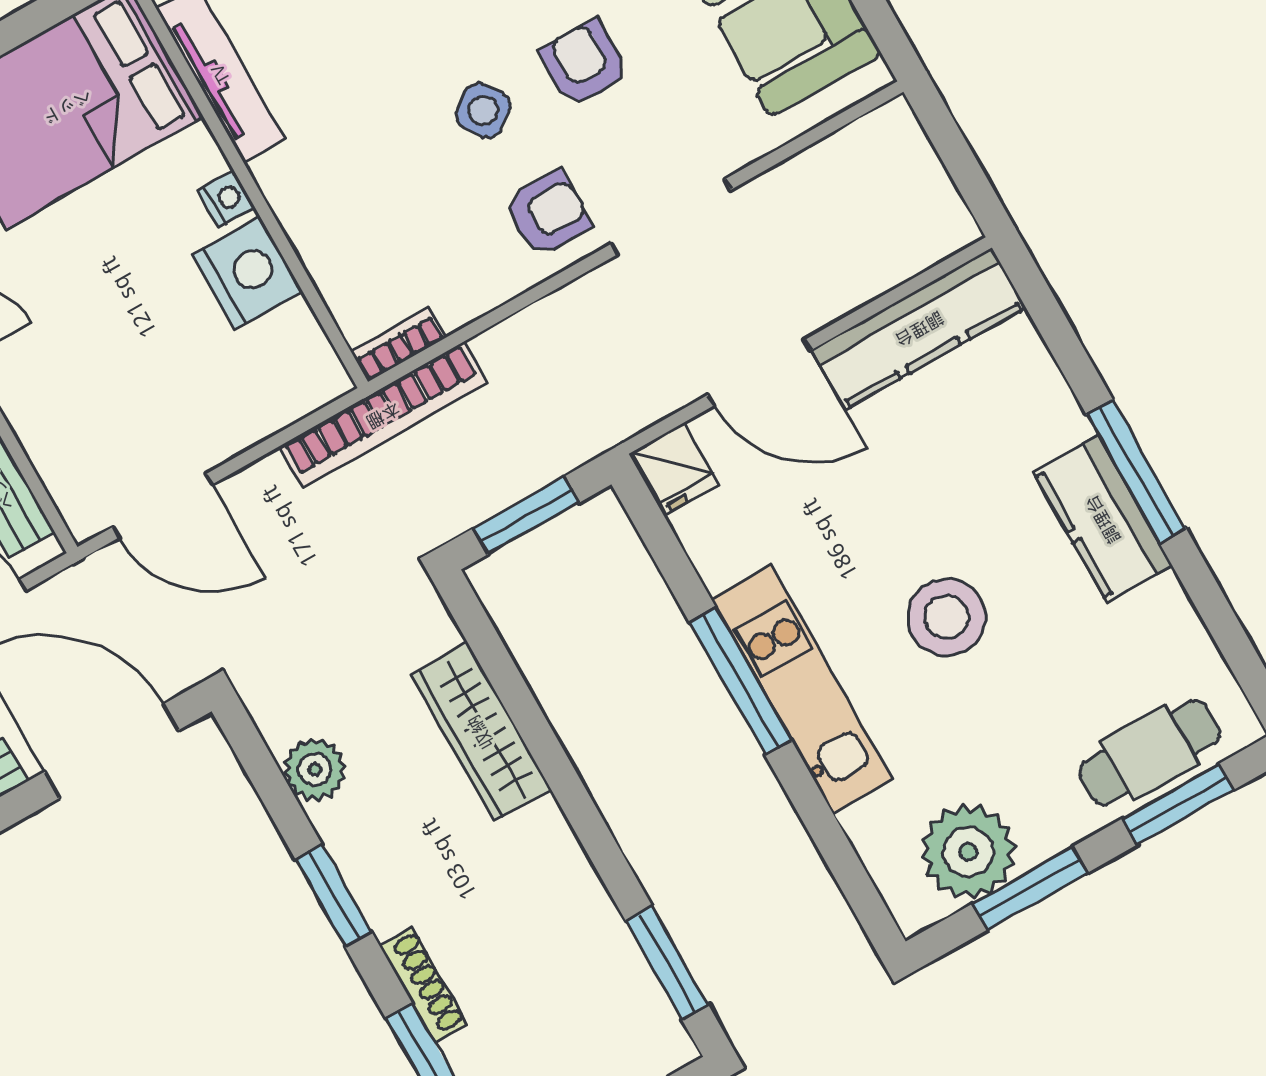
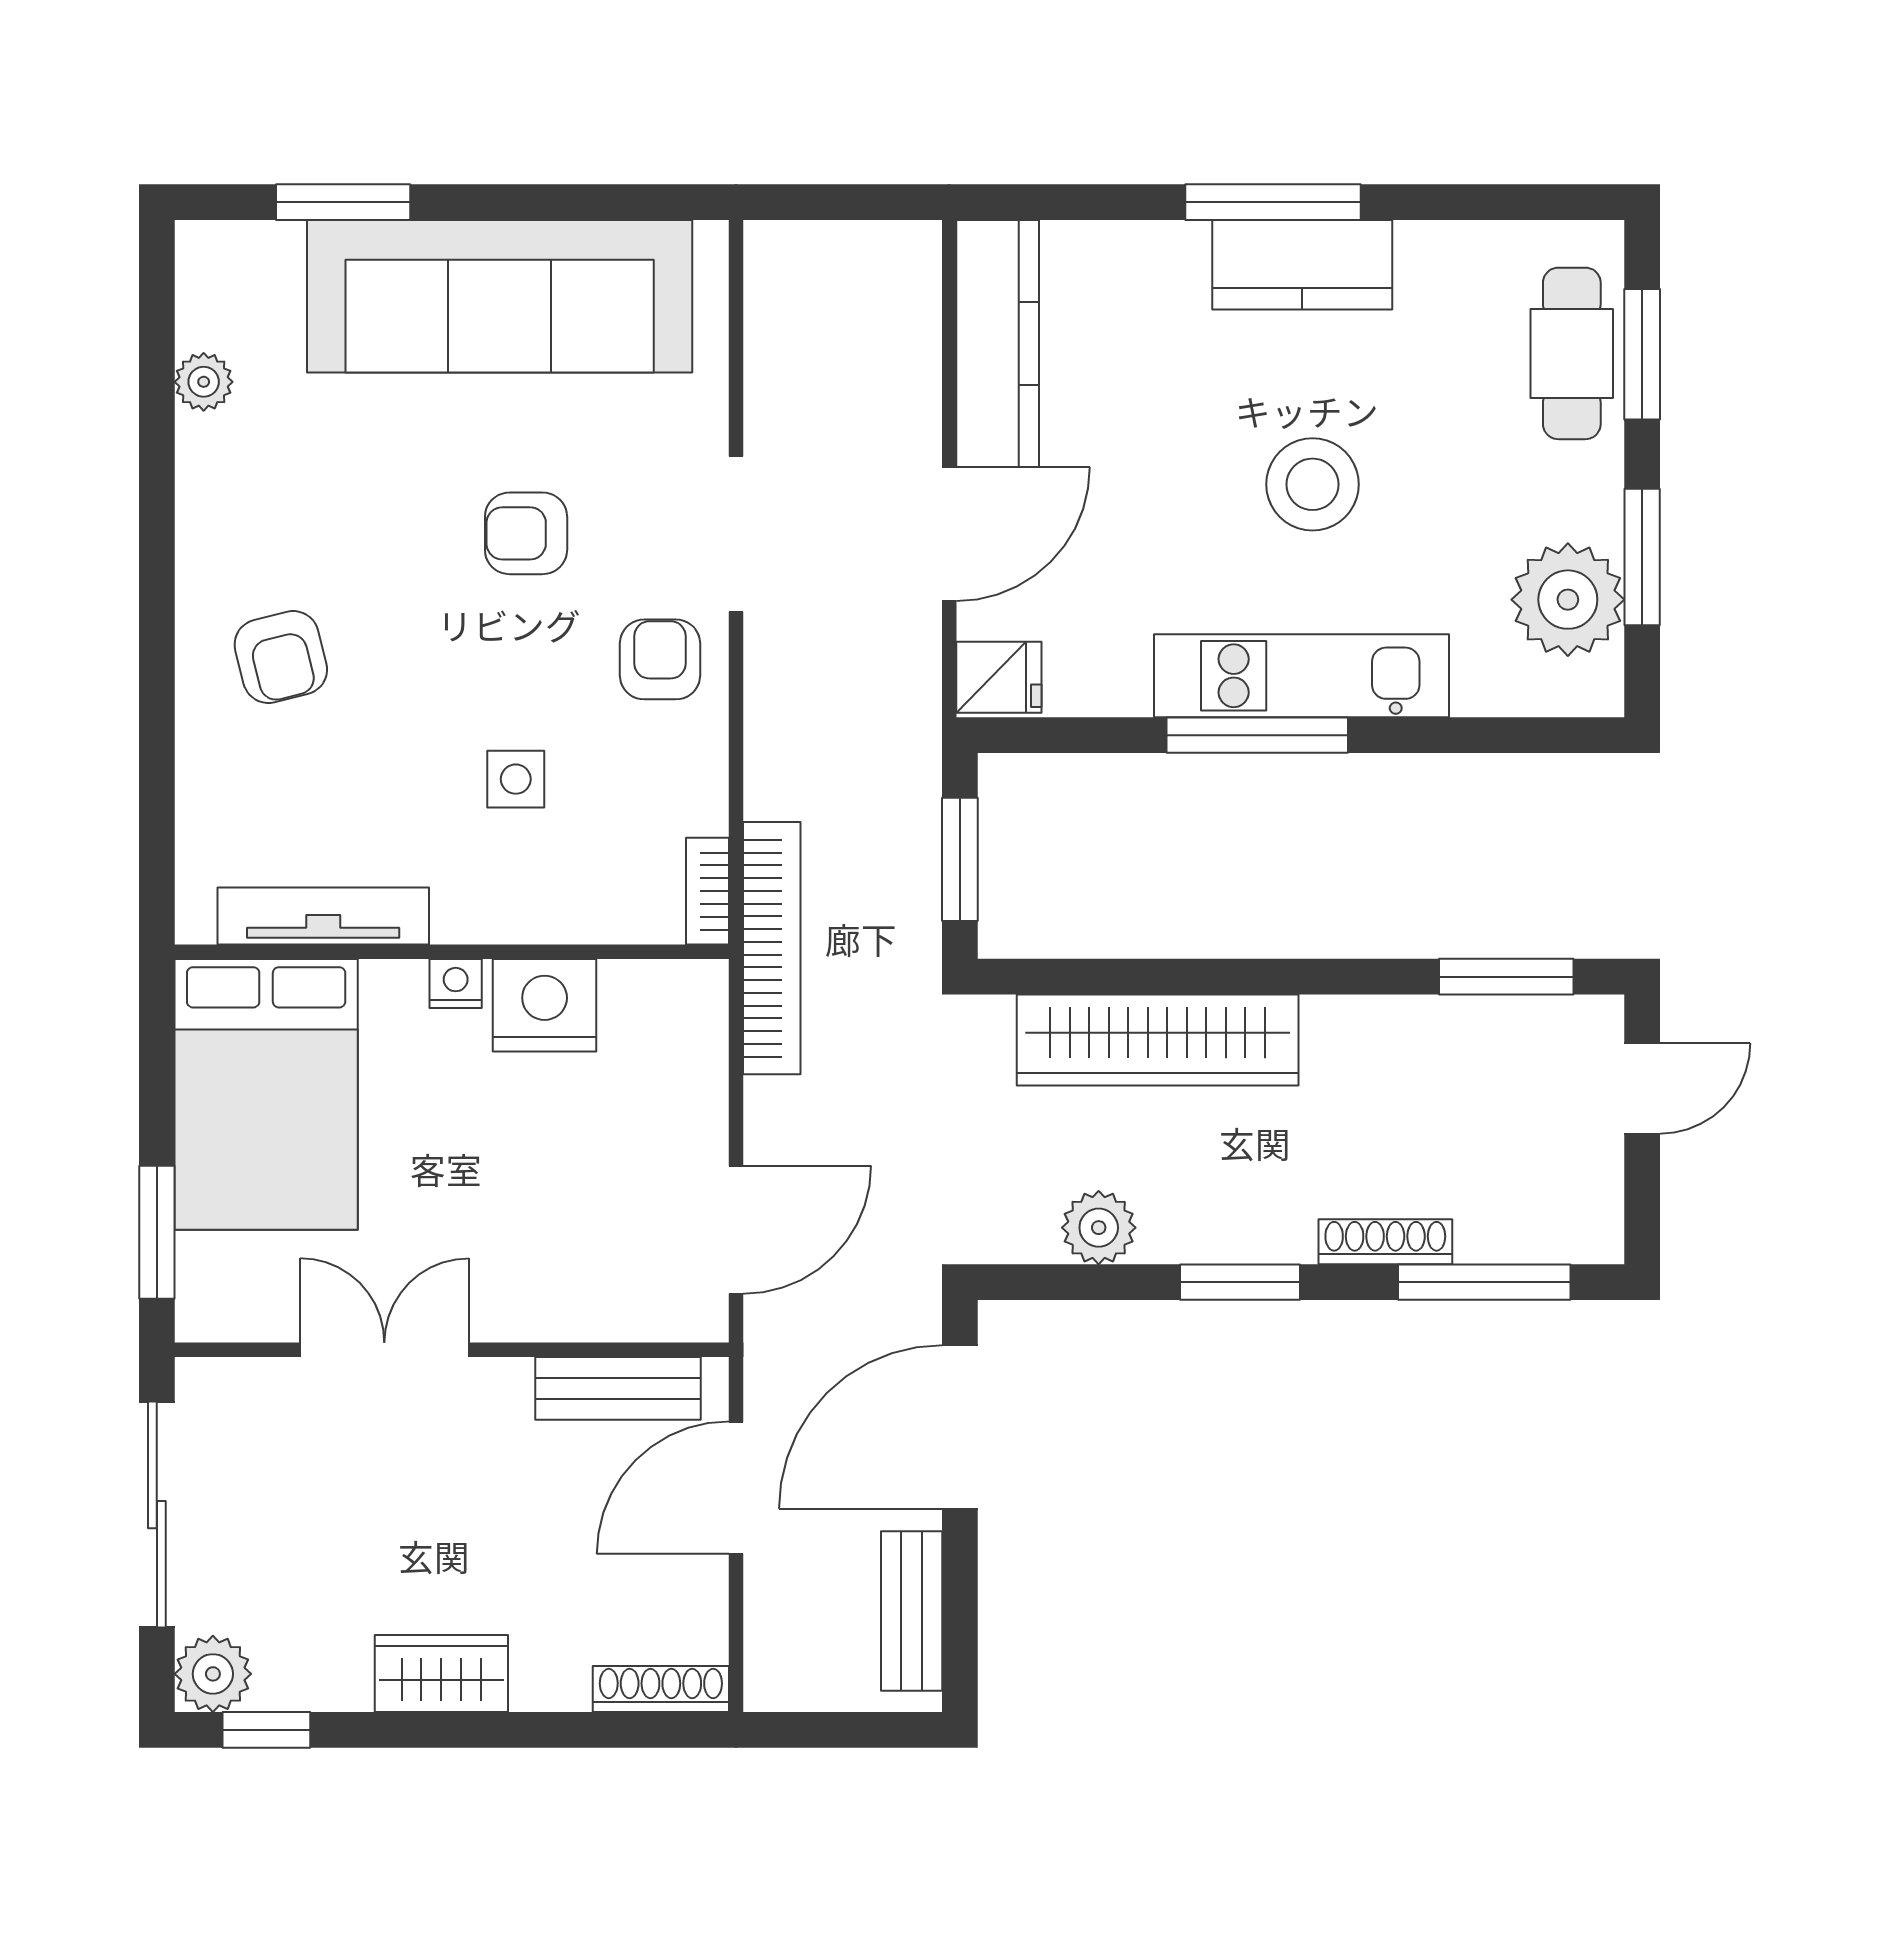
side table: (483, 110) -> (516, 779), moved, turned 35
wardrobe: (481, 732) -> (1158, 1040), width x1.40, depth x1.17

